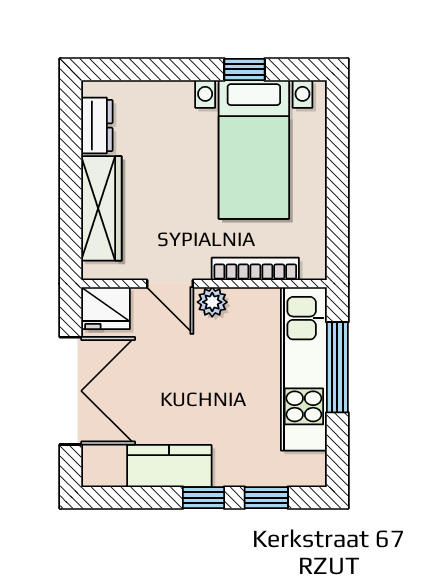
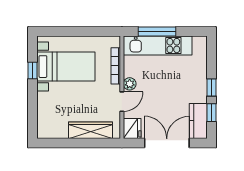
dresser: (97, 126) -> (56, 132), removed
kitchen counter: (169, 466) -> (198, 121), moved
window: (266, 498) -> (211, 113), moved

